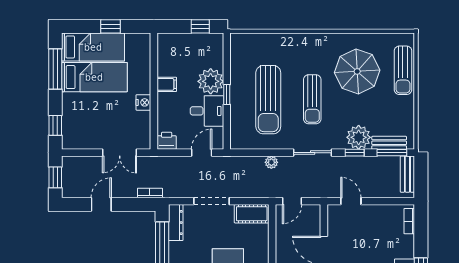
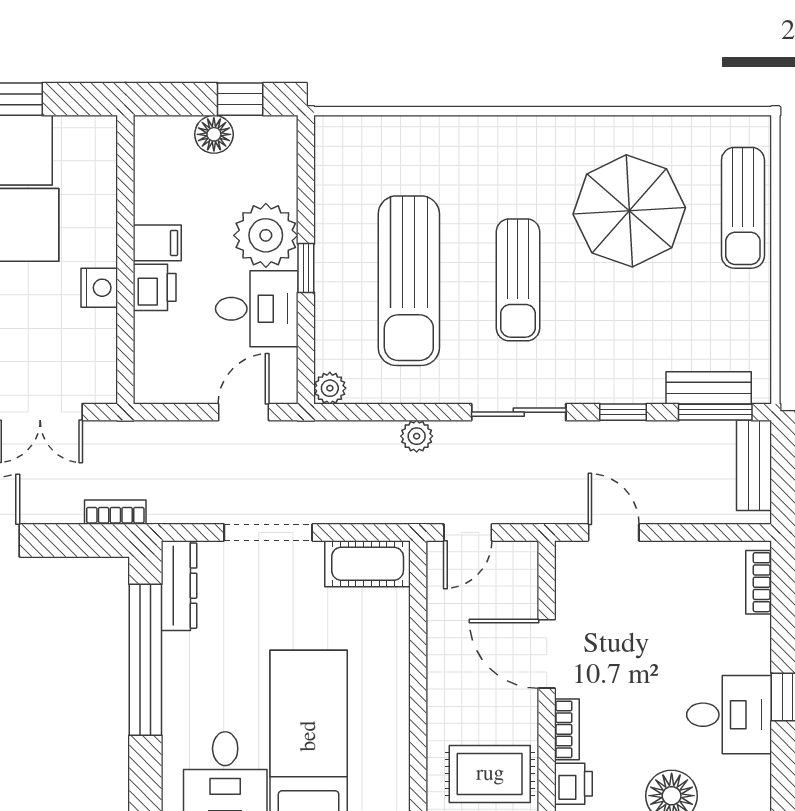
floor lamp: (190, 41) -> (214, 134), added
plant: (359, 137) -> (330, 388), moved, width x0.53, depth x0.53
printer: (167, 141) -> (155, 287), moved, turned 90

